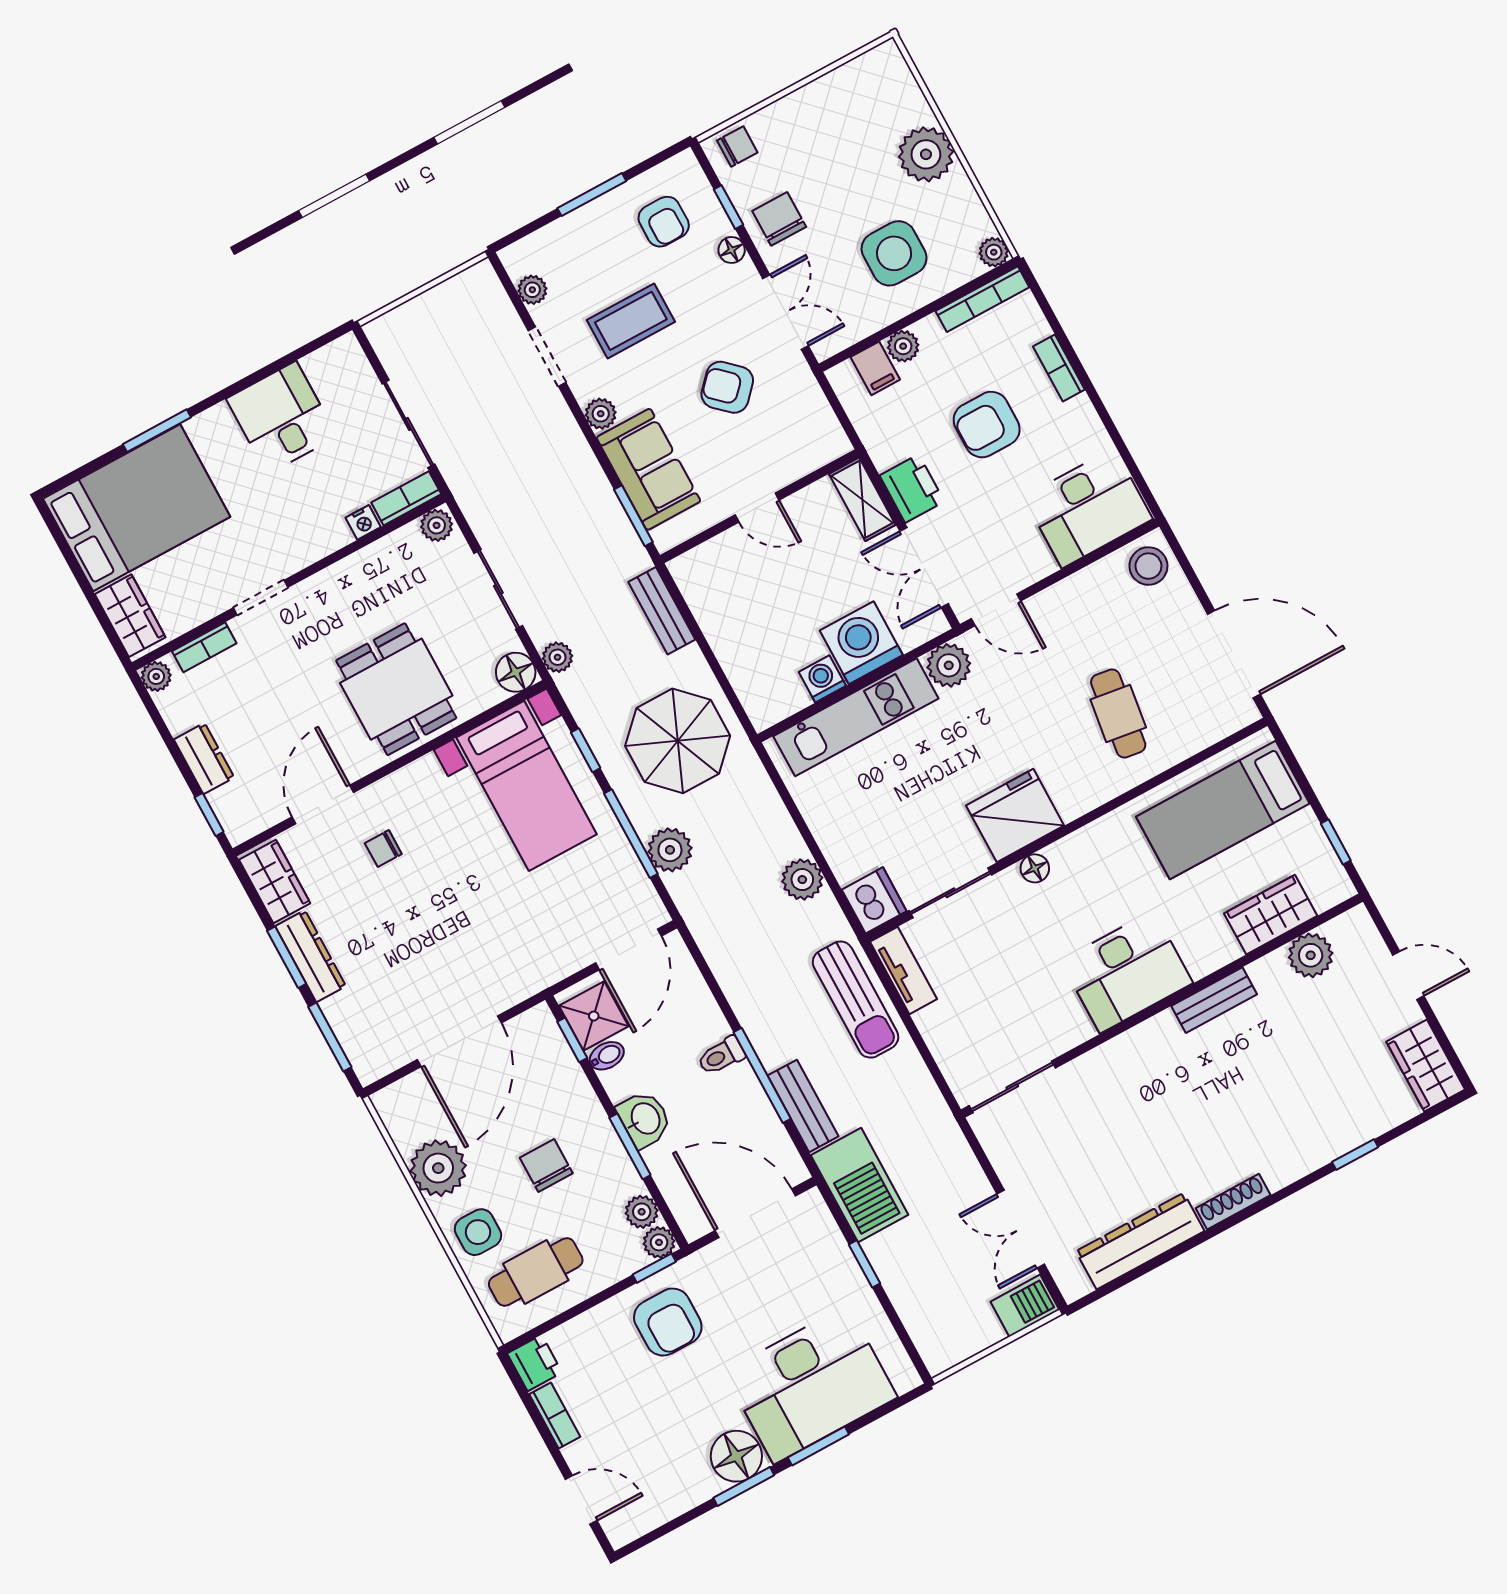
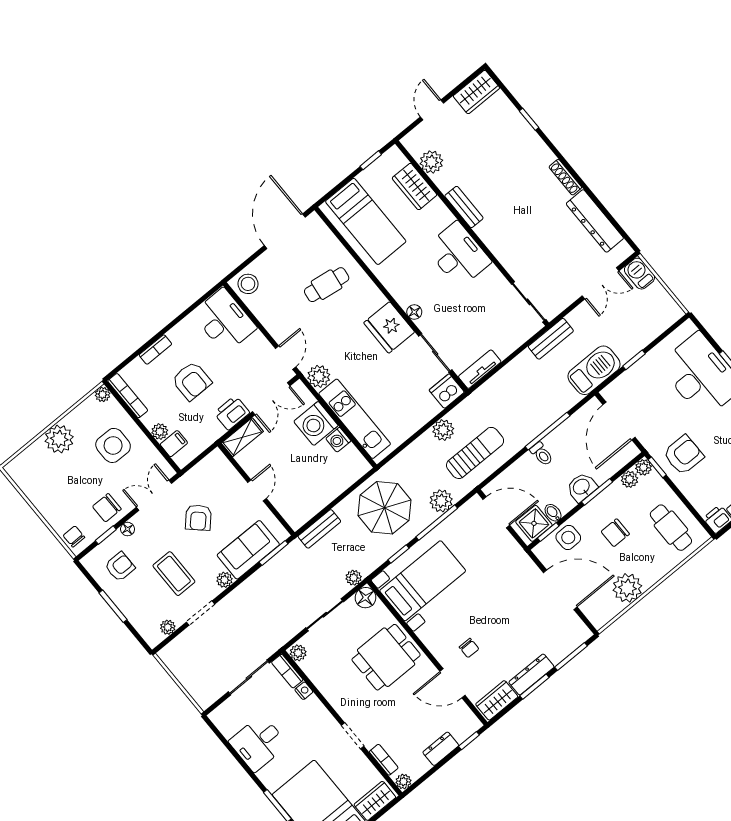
sun lounger: (856, 1000) -> (475, 453), moved
bench: (803, 1106) -> (551, 339), moved
side table: (478, 1232) -> (568, 537), moved

